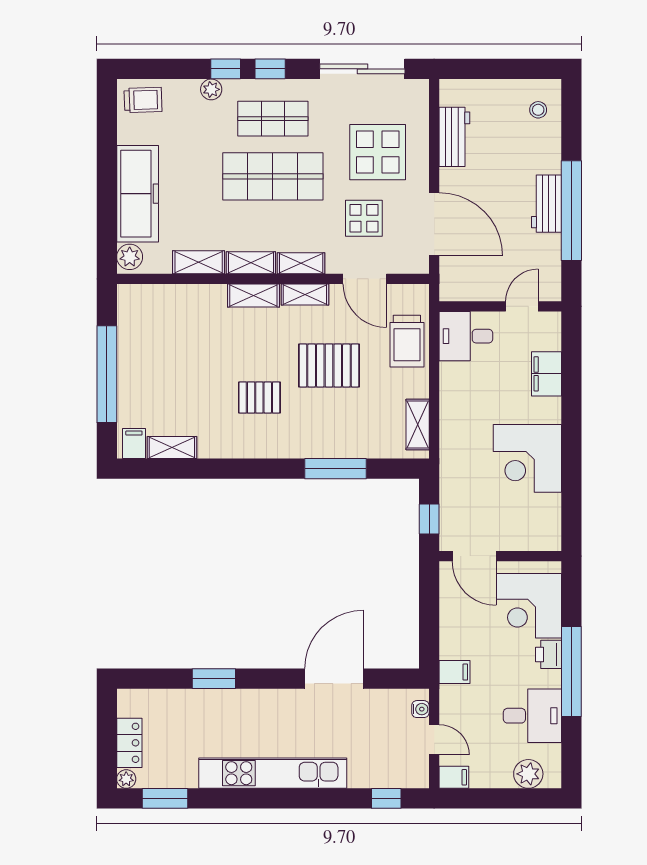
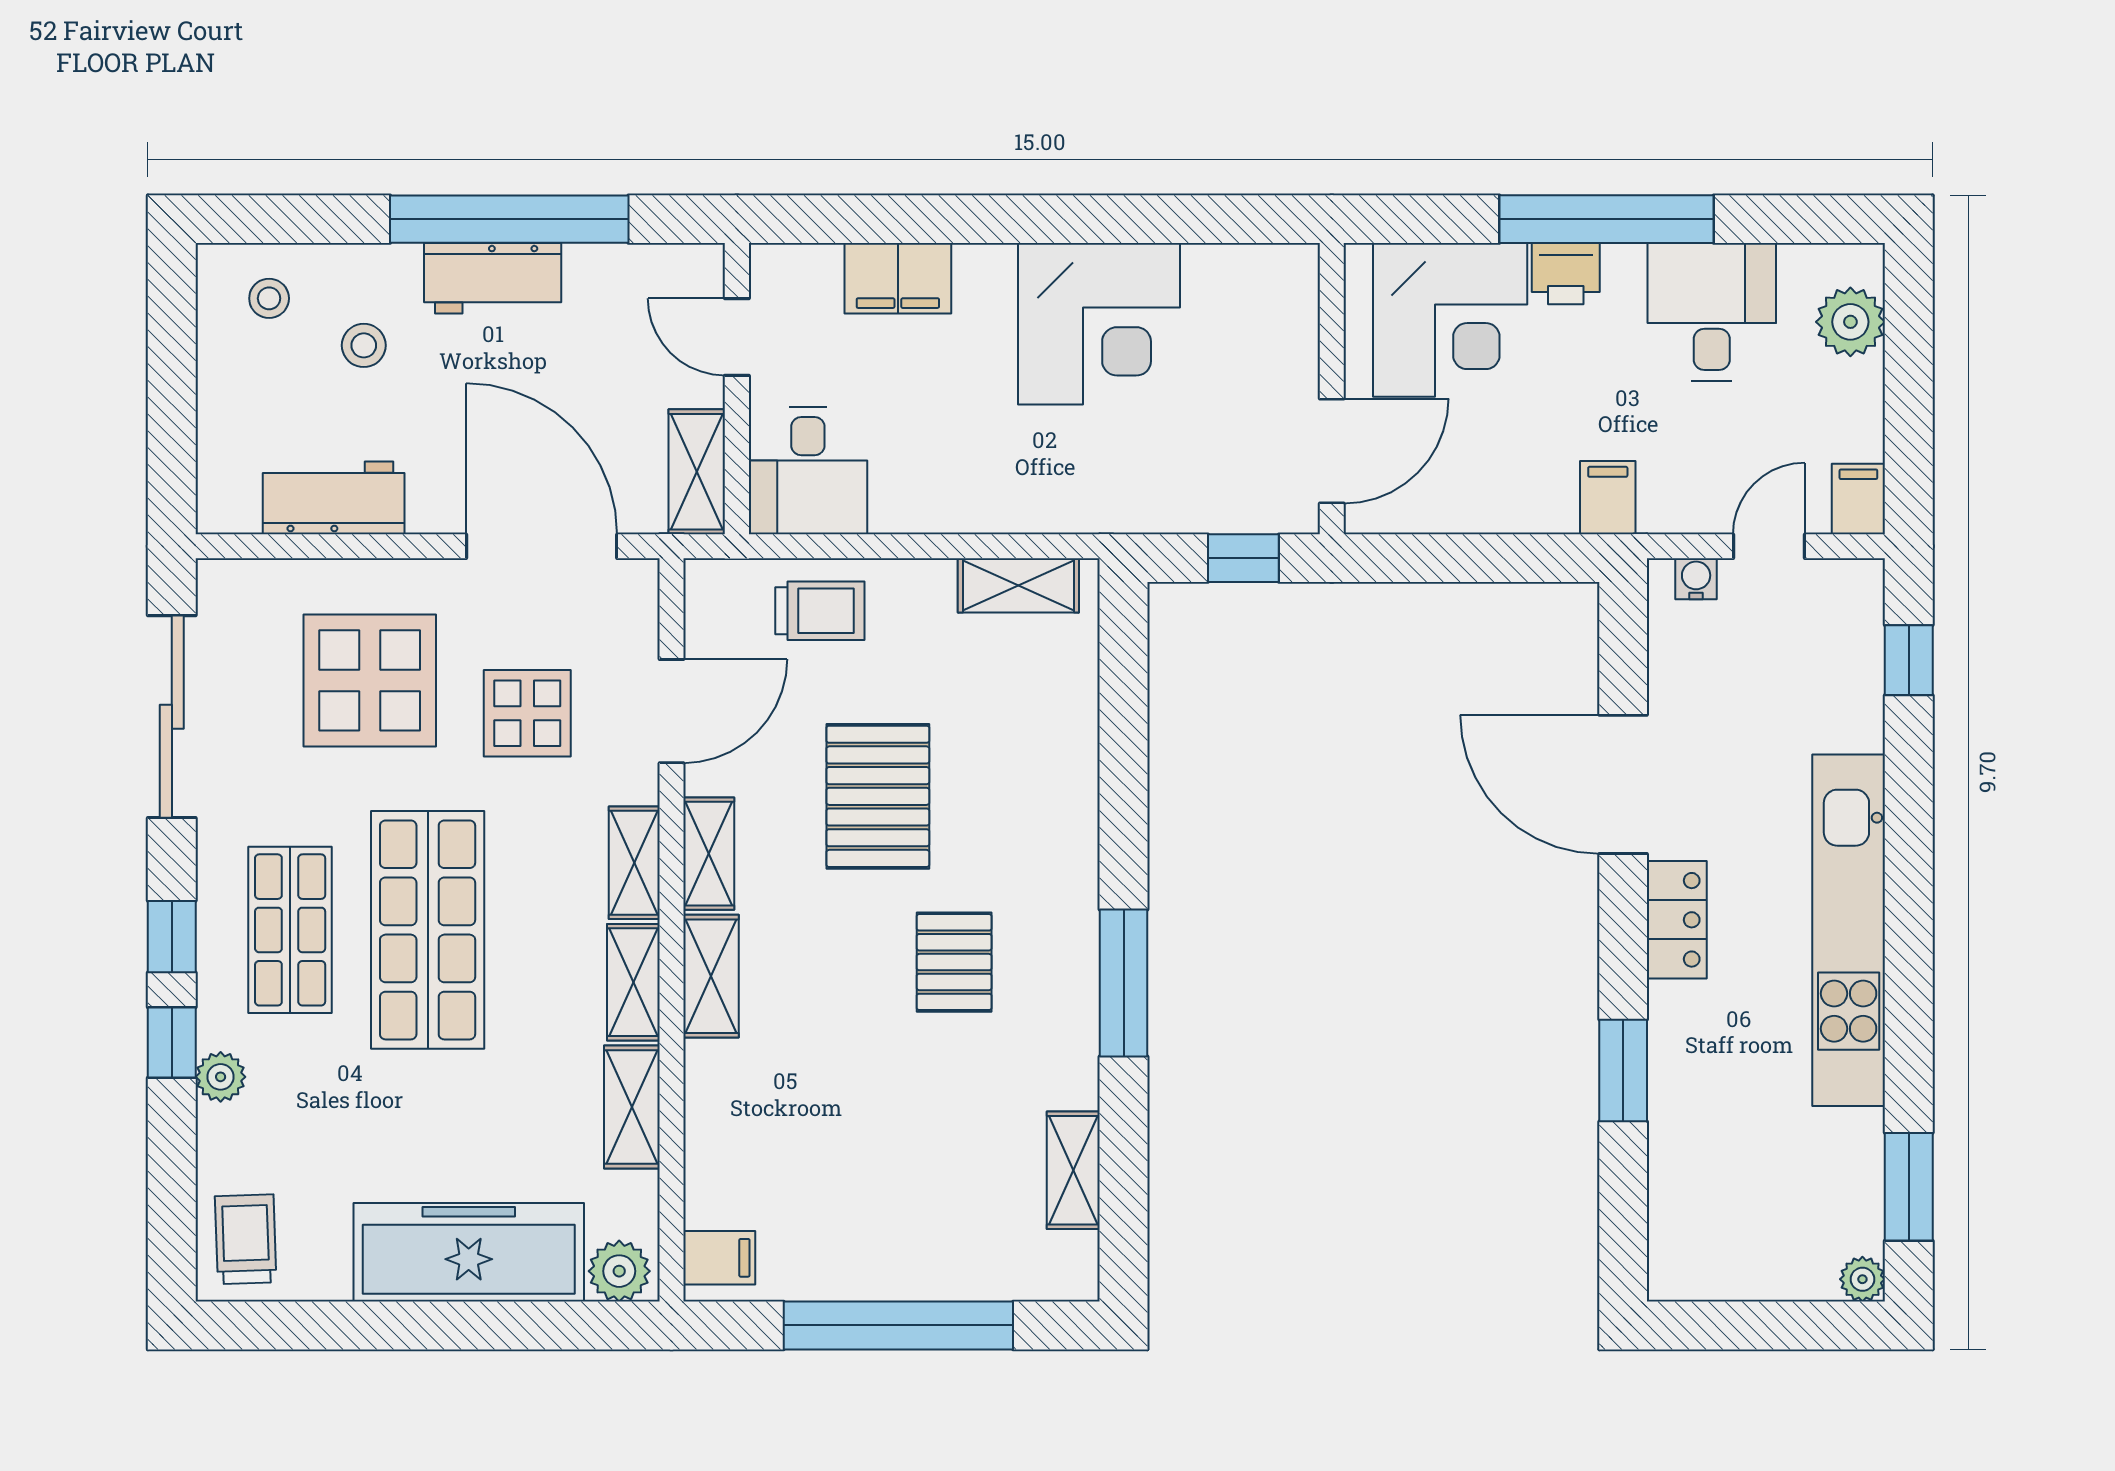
stool: (518, 150) -> (364, 345), added
door: (434, 224) -> (542, 546), hinge flipped
shelving: (465, 289) -> (697, 472), added
trolley: (407, 341) -> (820, 611), width x0.73, depth x0.72
filing cabinet: (134, 444) -> (719, 1258), moved, turned 180
window: (336, 469) -> (1124, 983), moved
locker: (129, 743) -> (1677, 920), moved, turned 90

